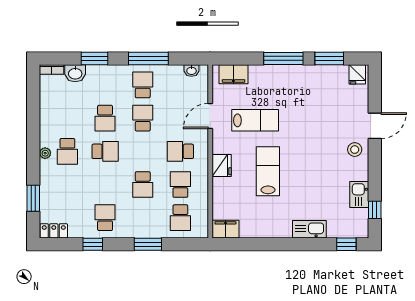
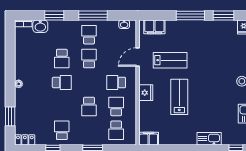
school desk: (67, 151) -> (35, 83), removed

